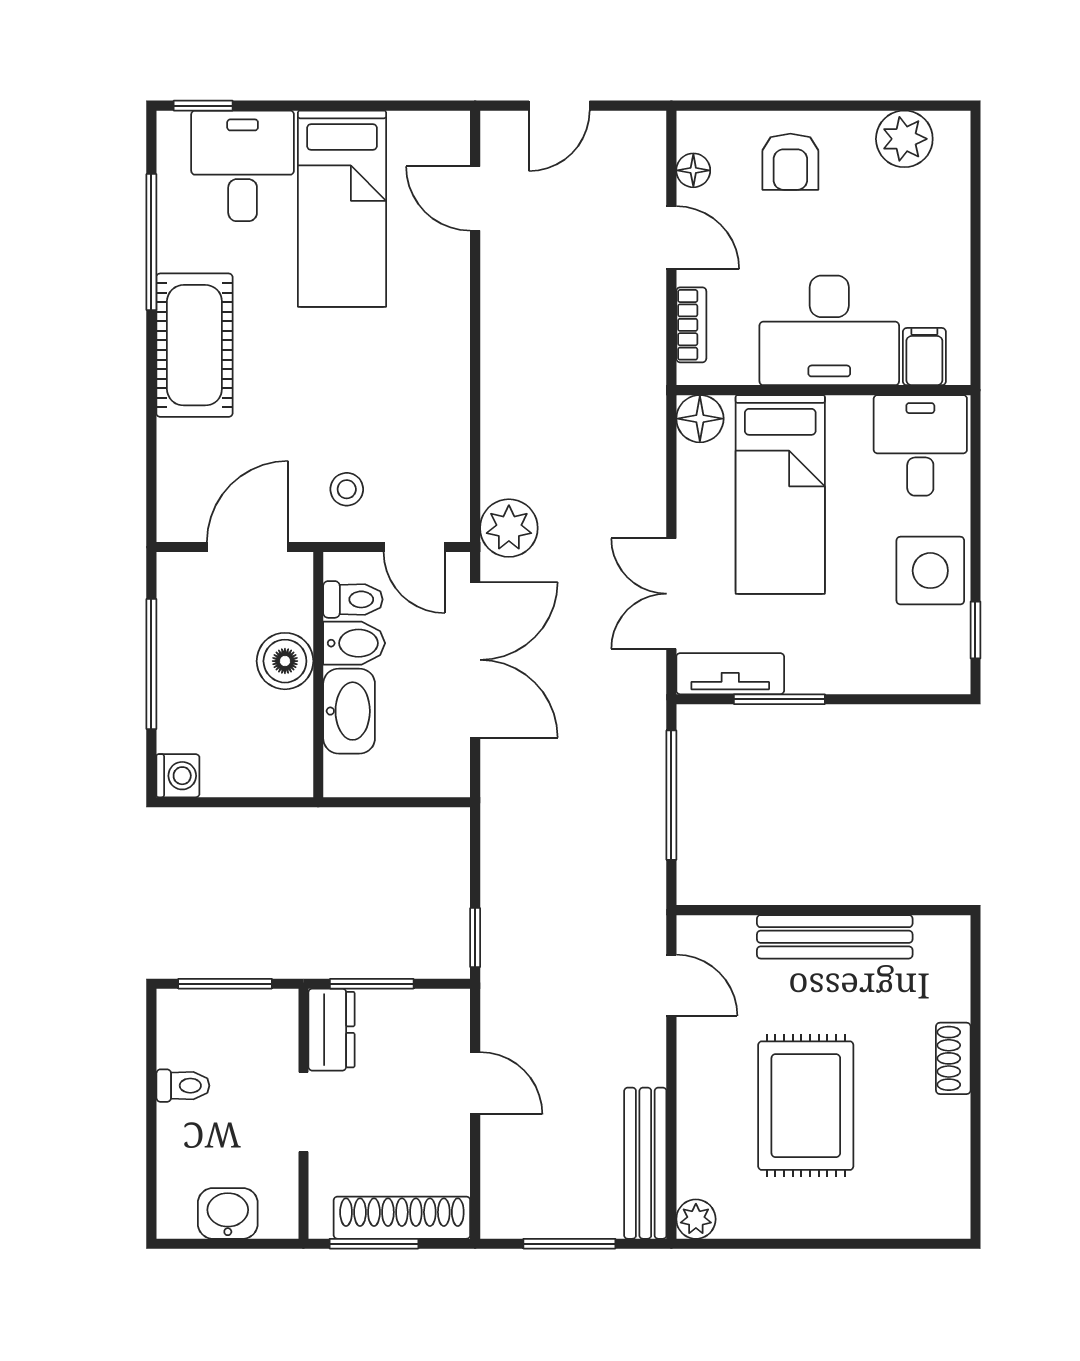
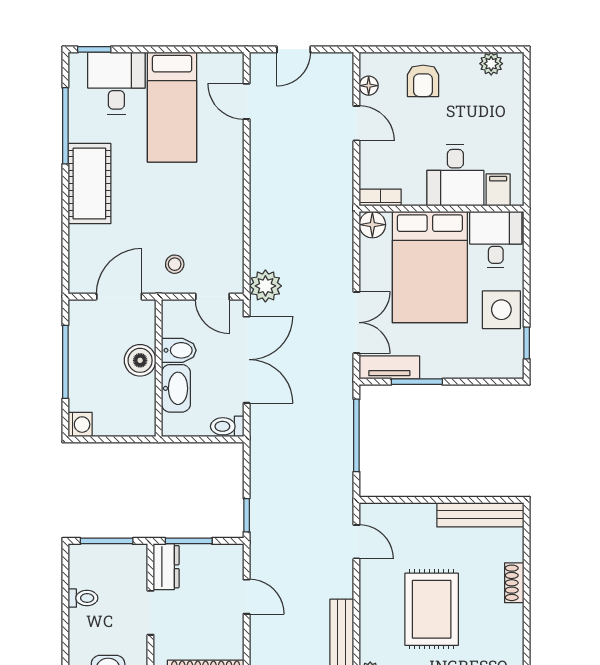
plant: (904, 139) -> (491, 64), width x0.73, depth x0.73
bookcase: (691, 325) -> (380, 198), moved, turned -90
desk: (829, 330) -> (455, 175), width x0.73
bed: (780, 494) -> (430, 267), width x1.50
double door: (671, 594) -> (356, 323), swing flipped
toilet: (353, 599) -> (227, 426), moved, turned 180
bench: (835, 937) -> (480, 515), moved

